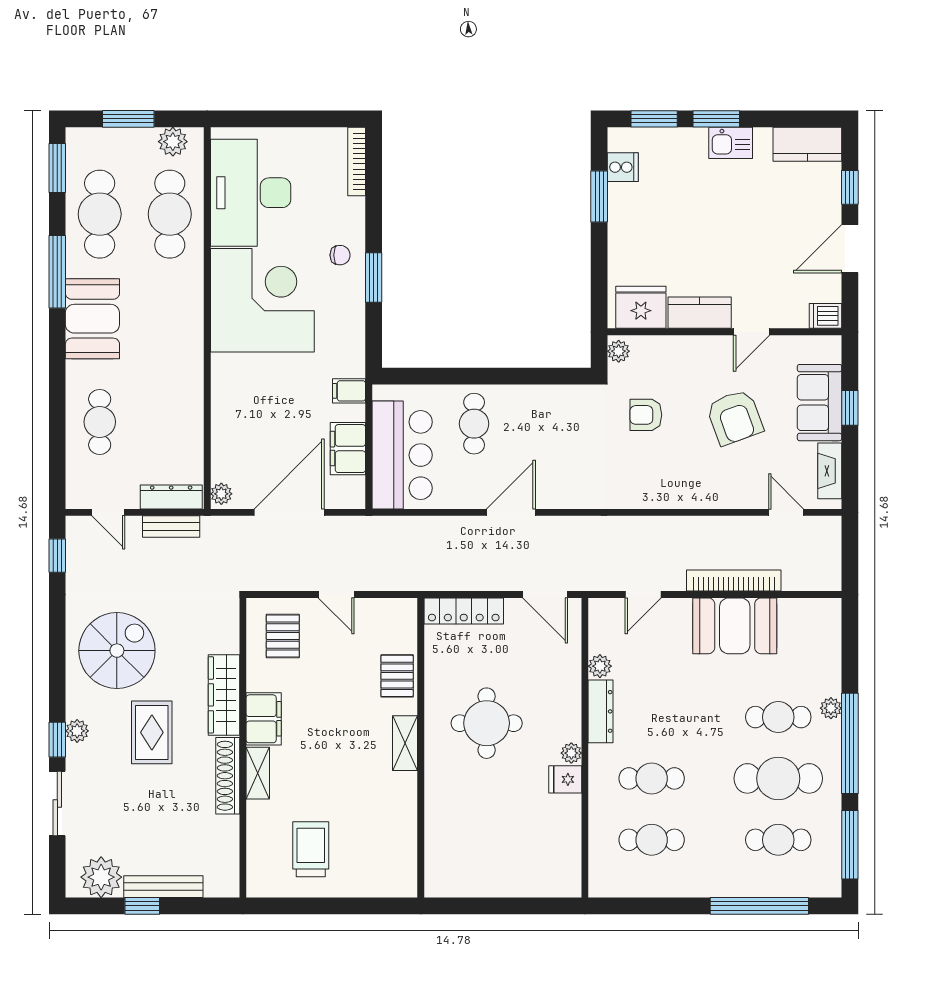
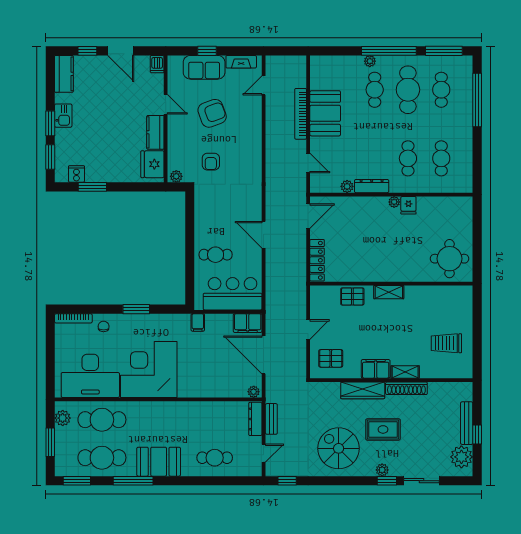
chair: (340, 255) -> (104, 326), moved
filing cabinet: (348, 449) -> (248, 323), moved
round table: (487, 723) -> (450, 259), moved

